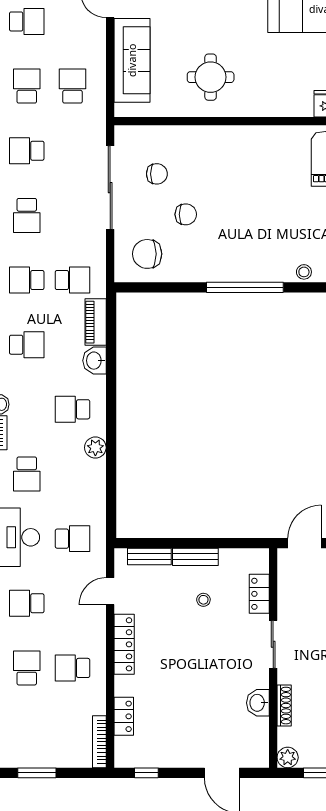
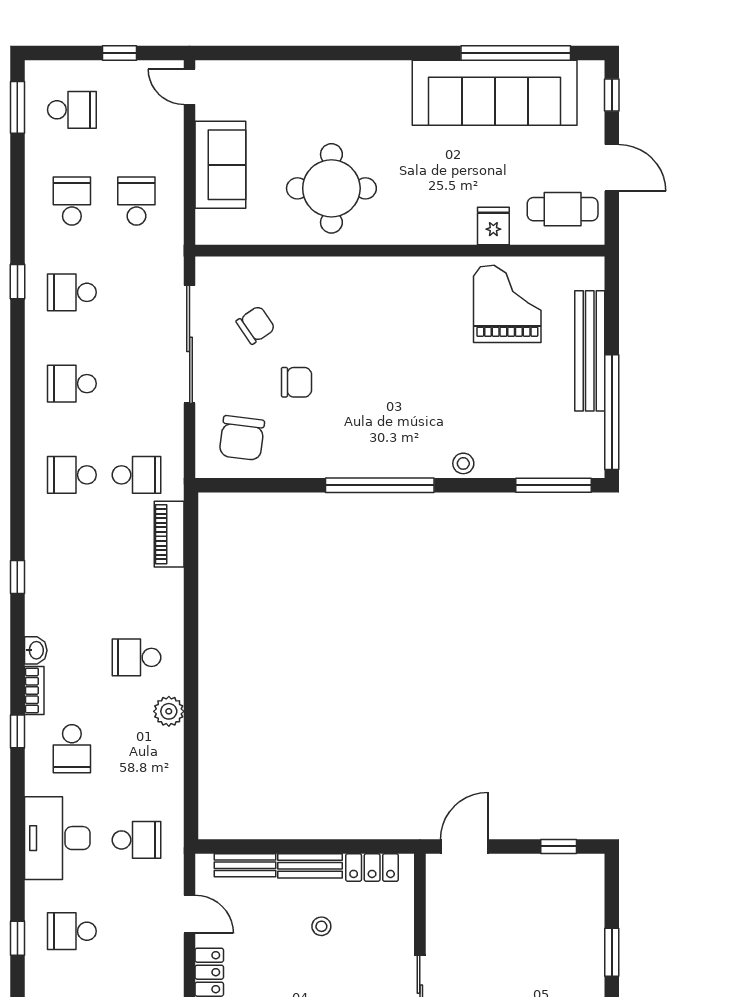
sofa: (132, 60) -> (220, 165), width x0.73
round table: (211, 77) -> (331, 188), width x1.36, depth x1.36
chair: (157, 174) -> (256, 325), turned -34
school desk: (27, 215) -> (72, 384), turned 90
chair: (147, 254) -> (242, 438), turned -83
school desk: (27, 345) -> (72, 566), removed
washbasin: (95, 361) -> (168, 589), removed
door: (110, 591) -> (190, 914), swing flipped
locker: (259, 594) -> (372, 867), moved, turned -90

